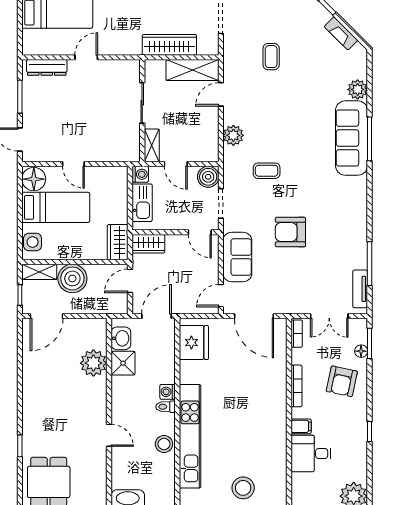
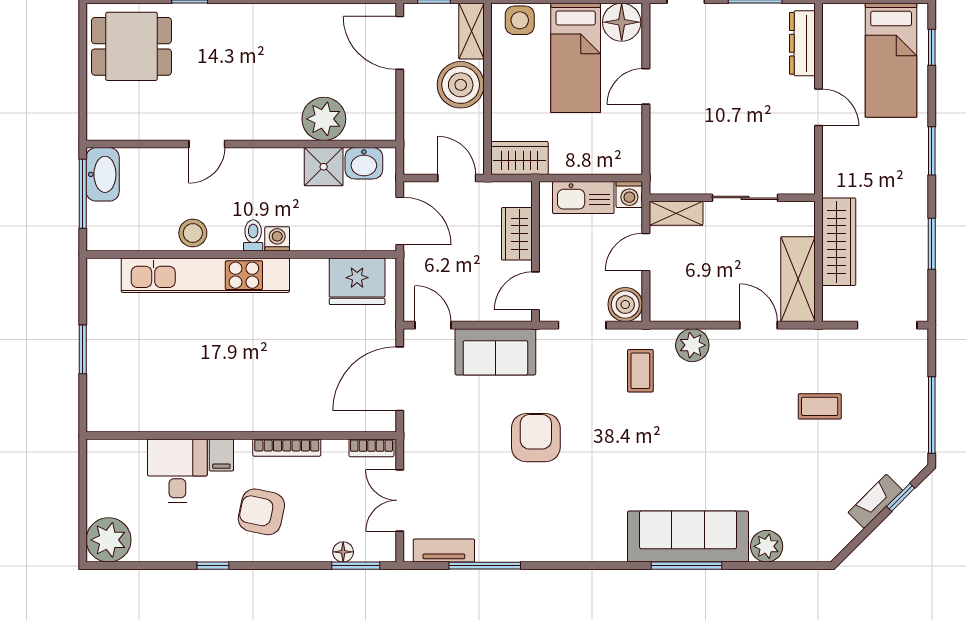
fireplace: (341, 33) -> (875, 501), moved
coffee table: (267, 171) -> (640, 371), moved
wardrobe: (148, 244) -> (517, 234), moved
armchair: (342, 381) -> (261, 512), moved
stool: (243, 488) -> (122, 361), removed

